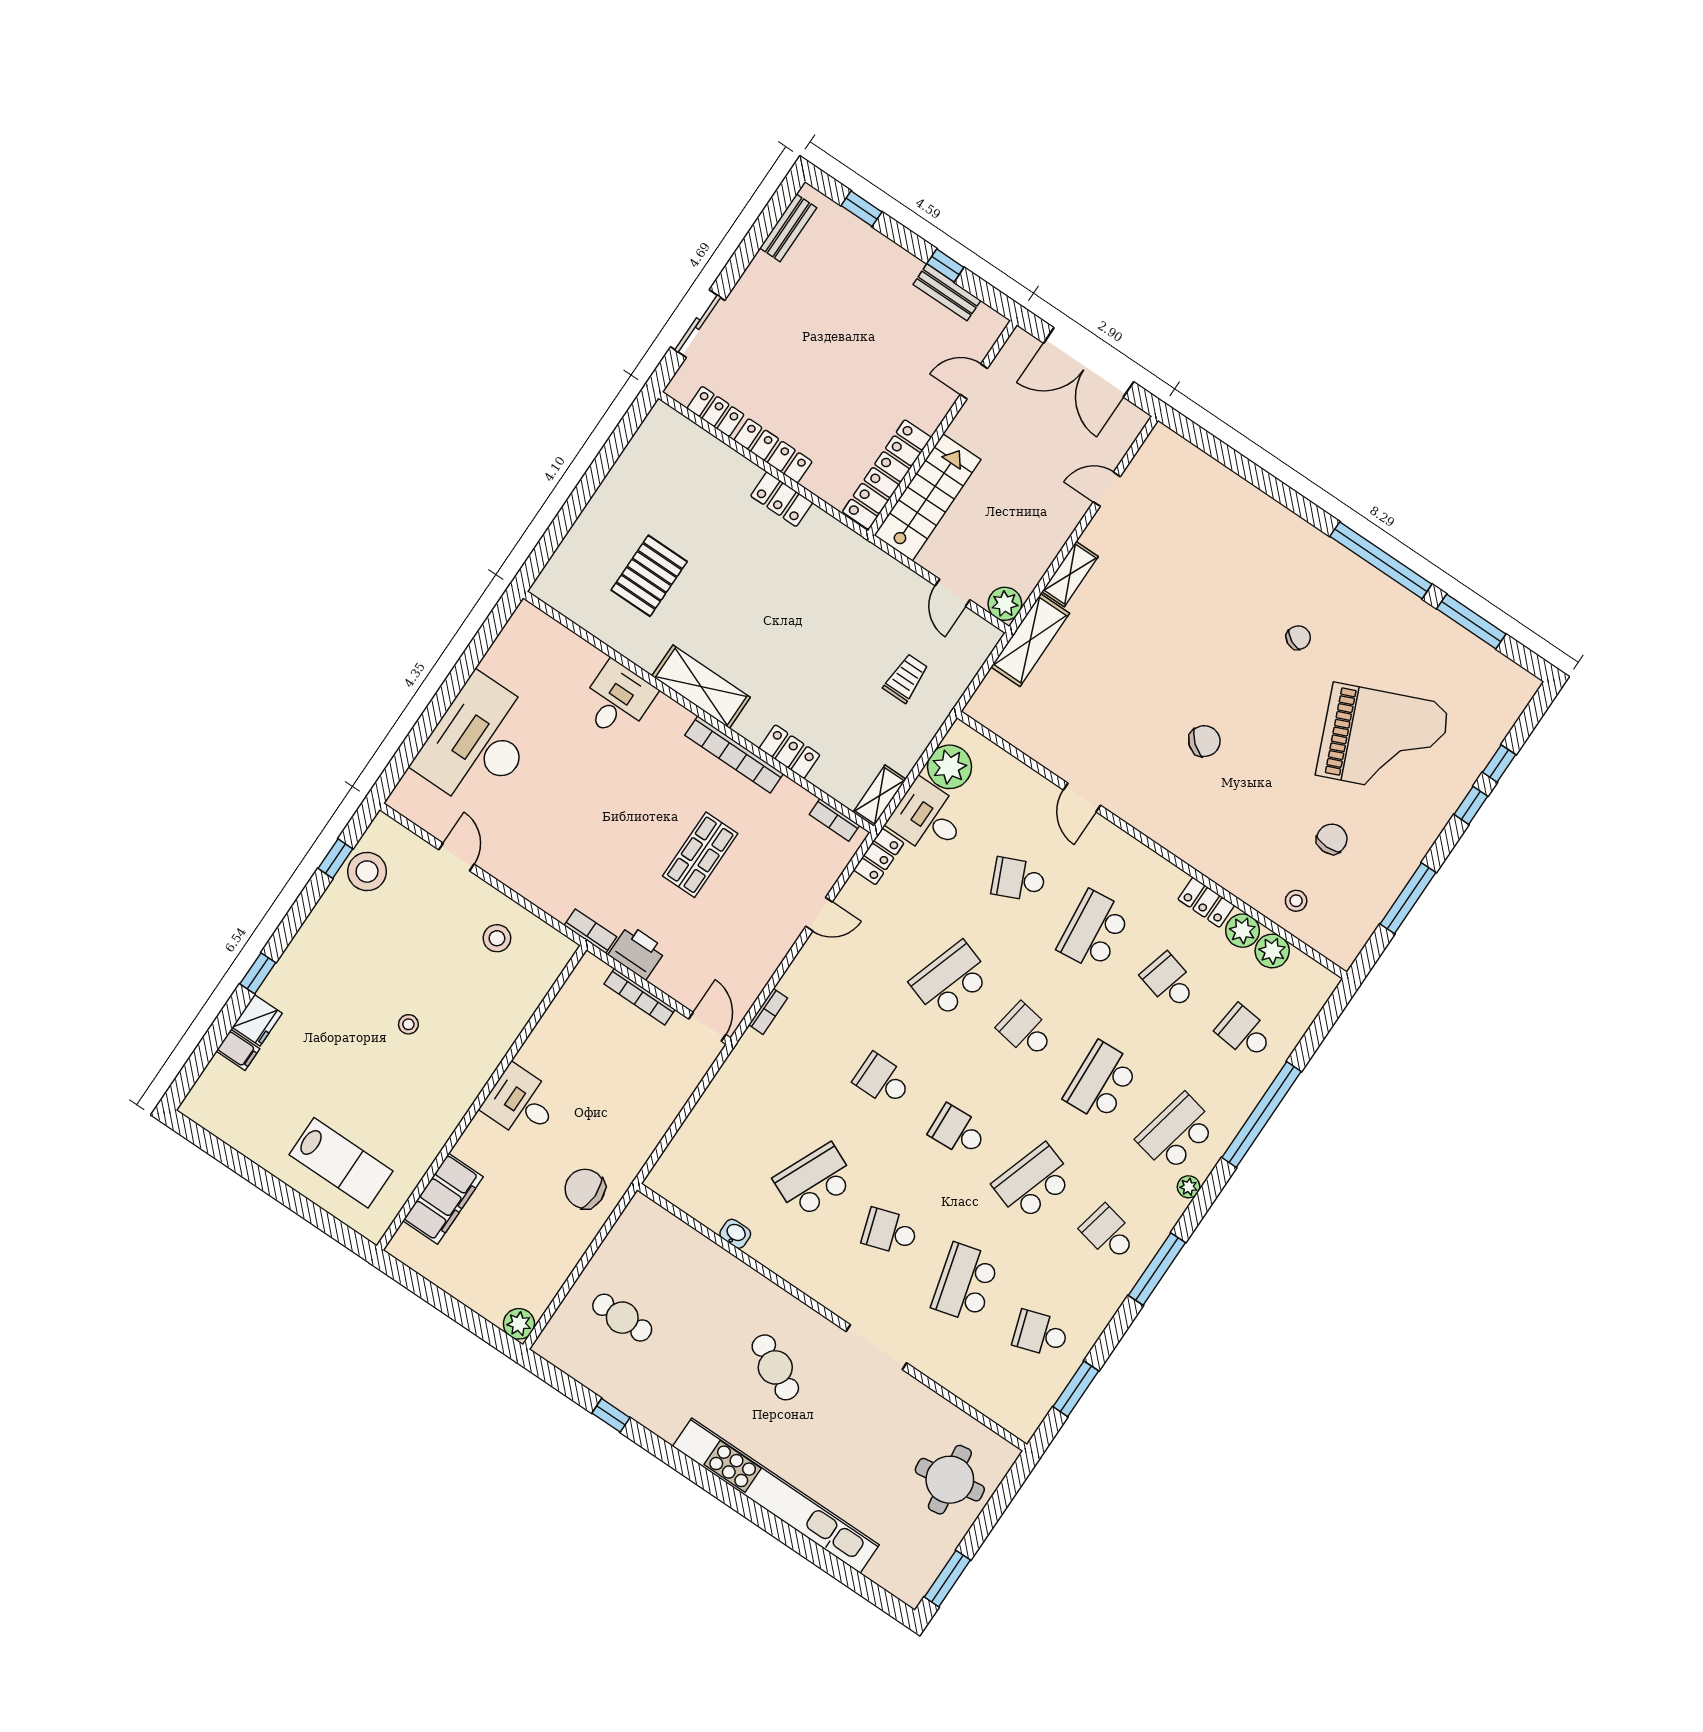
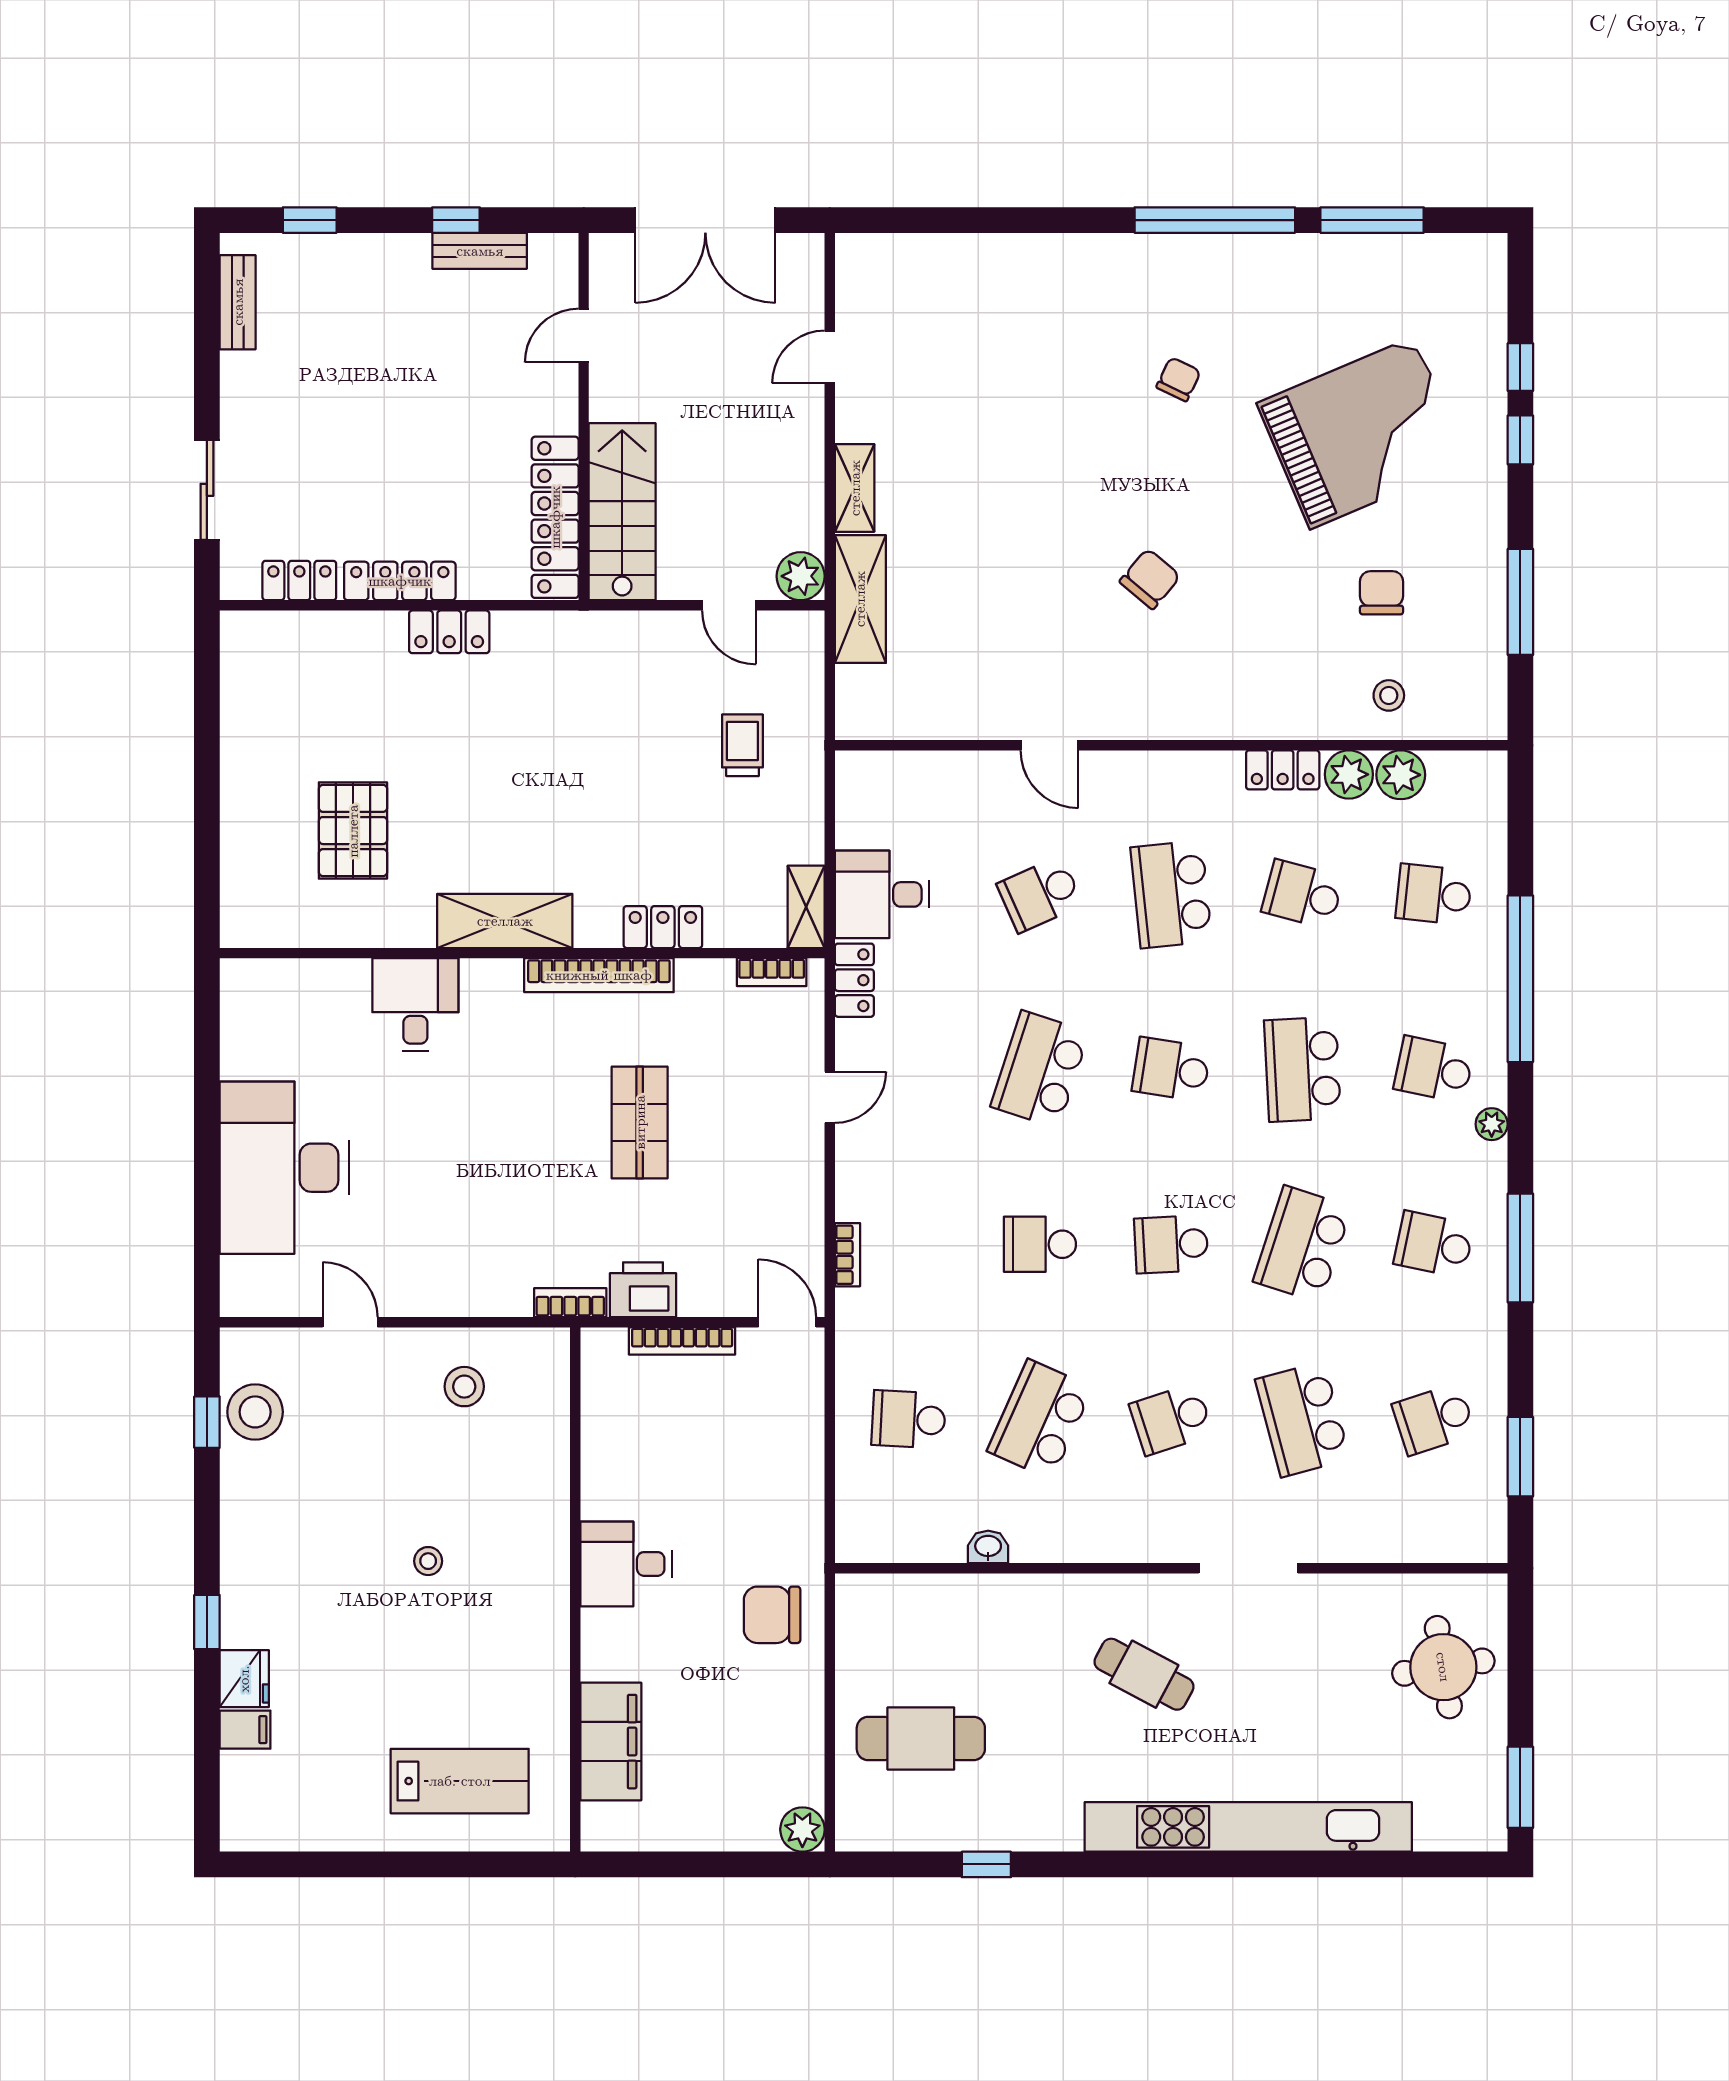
plant: (950, 767) -> (866, 816), removed
school desk: (739, 1130) -> (909, 1419), added
school desk: (1177, 1133) -> (1434, 1069), width x0.54
cafe table: (622, 1318) -> (921, 1739), width x1.37, depth x1.35

